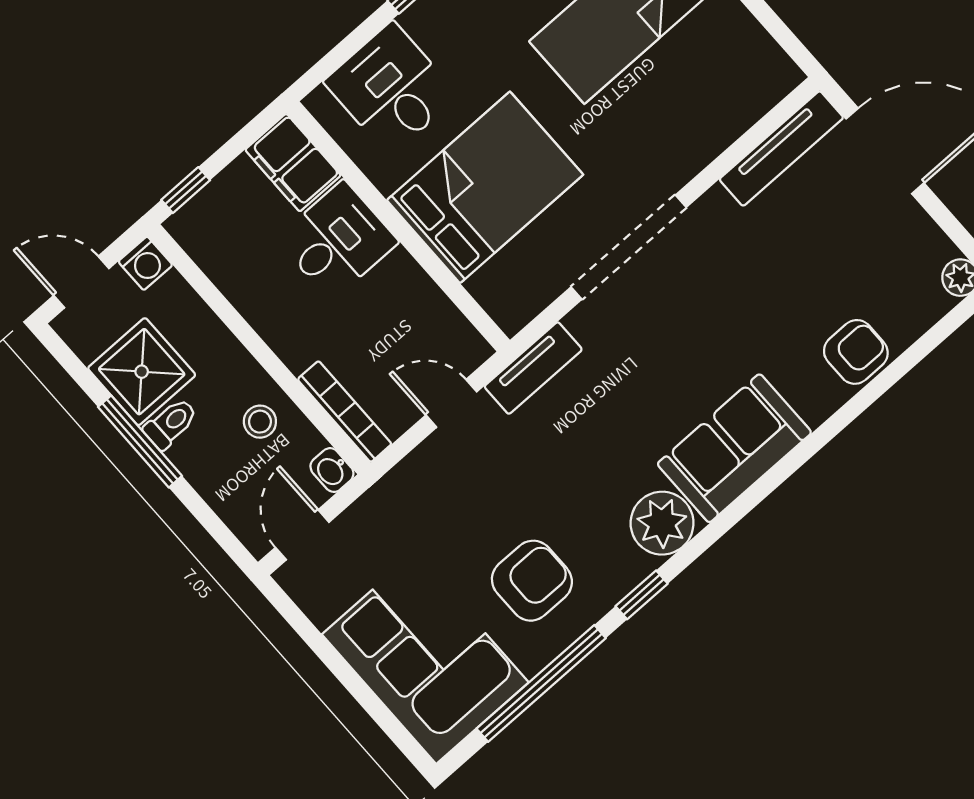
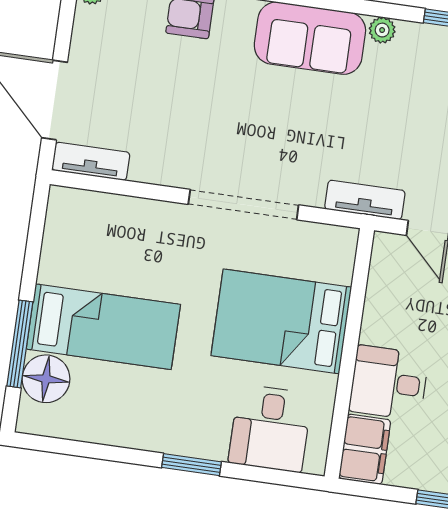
tv unit: (781, 148) -> (91, 161), width x0.71
plant: (662, 523) -> (382, 30), width x0.53, depth x0.53

